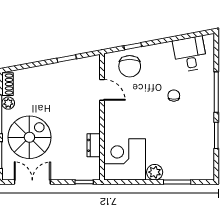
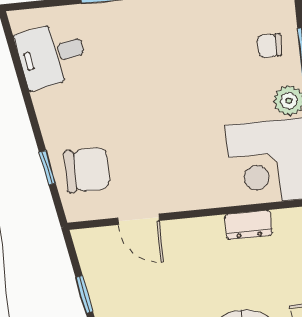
door: (102, 90) -> (139, 219), swing flipped
chair: (174, 96) -> (269, 46), moved

